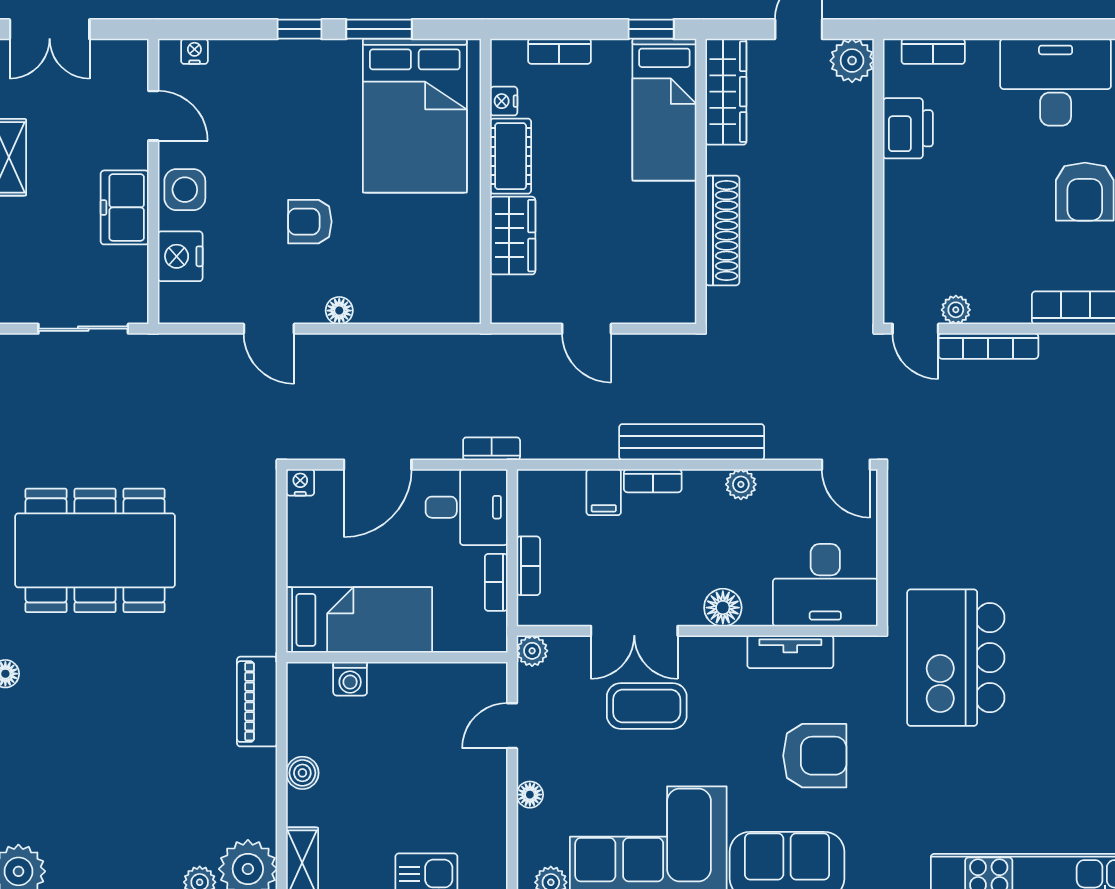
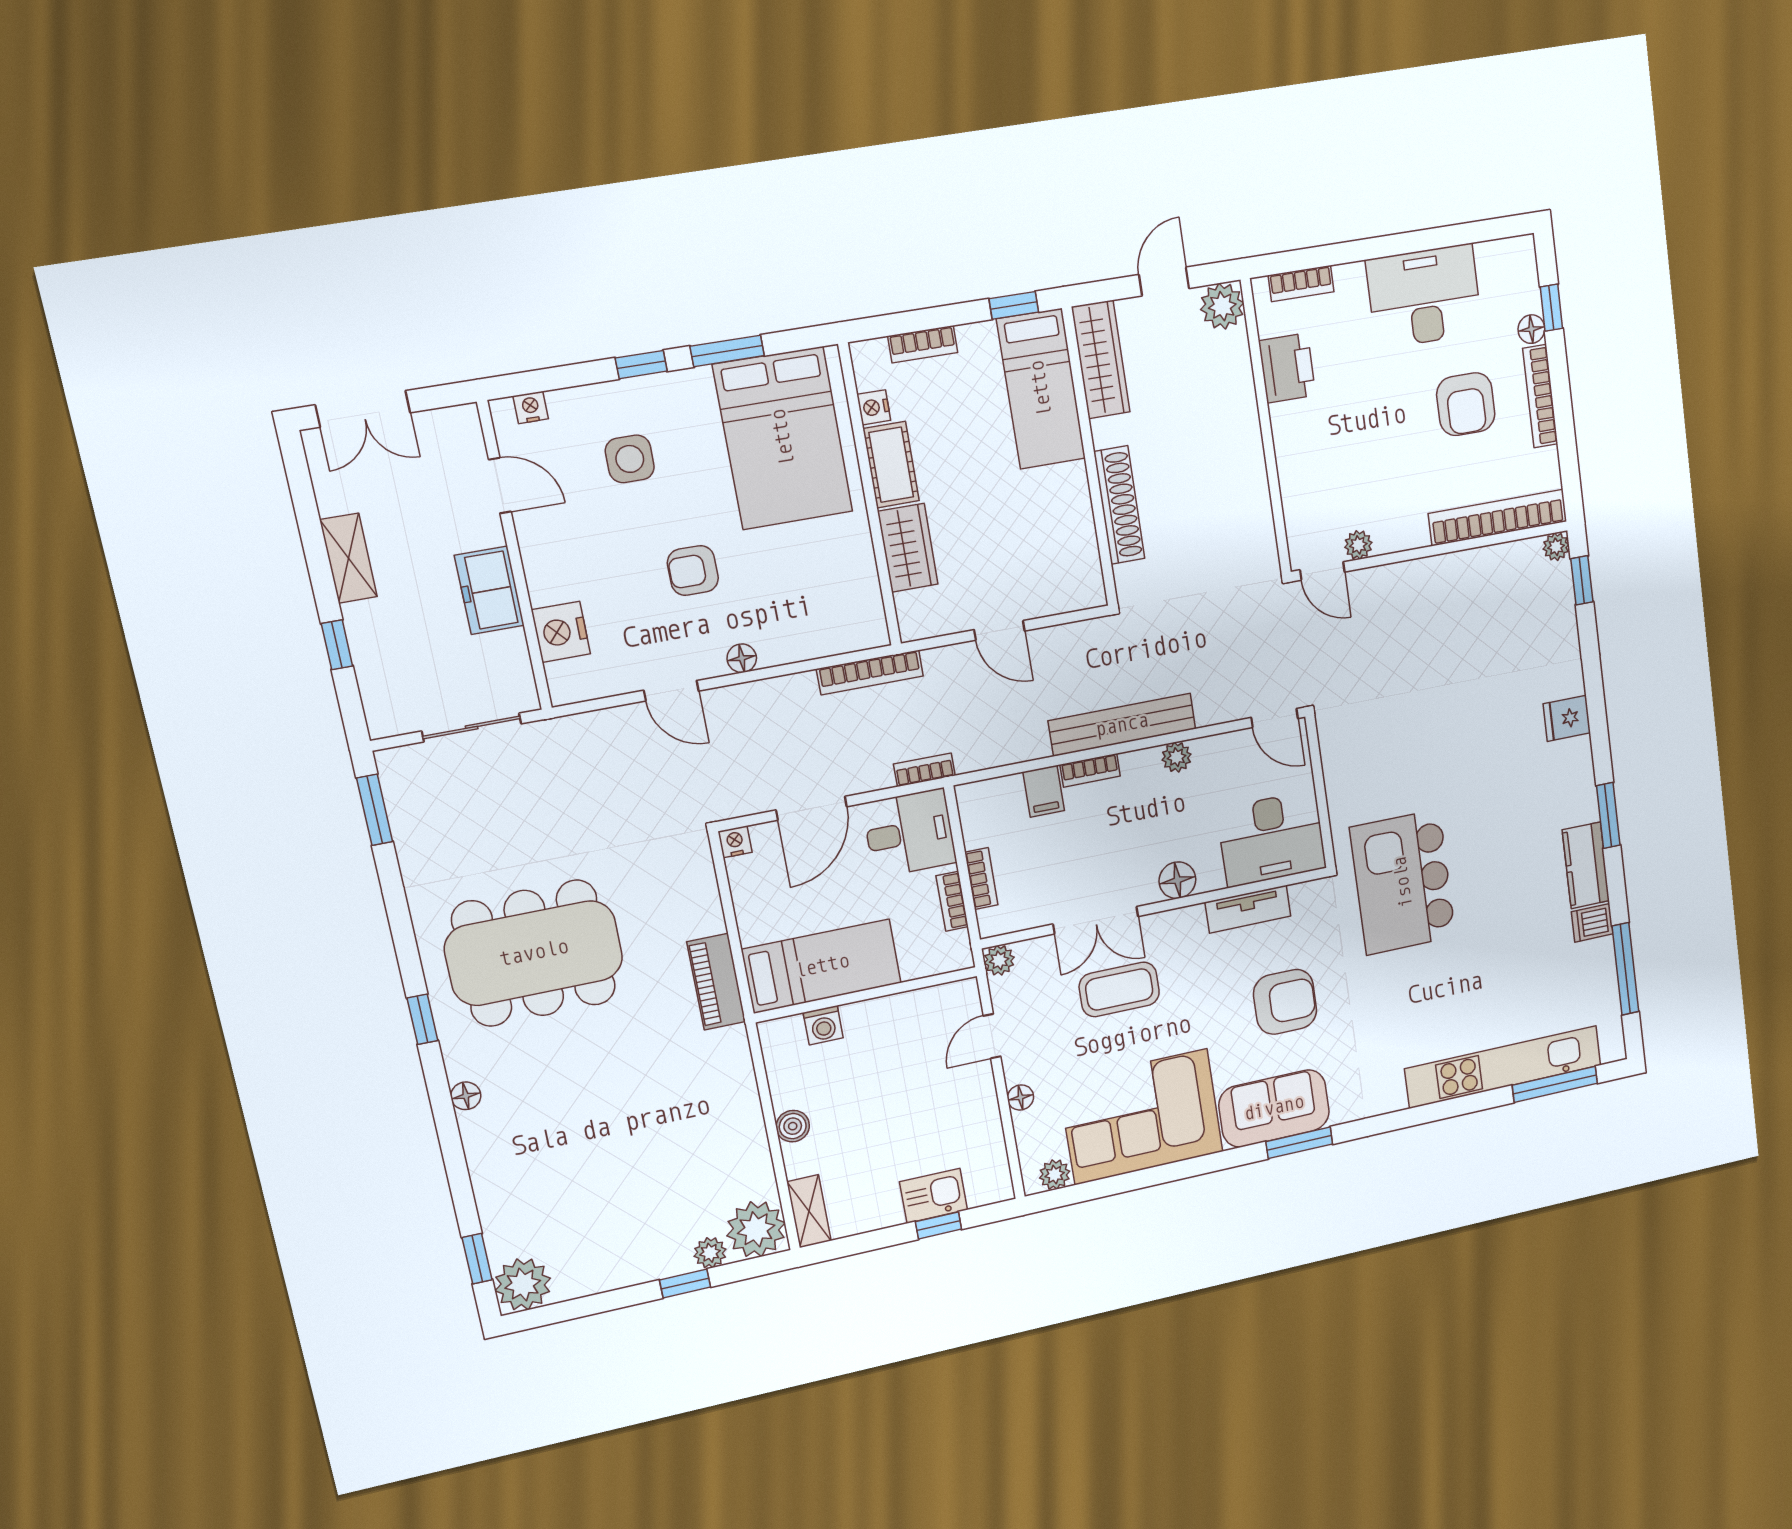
side table: (185, 190) -> (630, 459), moved
bookcase: (988, 346) -> (870, 672), moved
piano: (257, 702) -> (716, 982), moved

